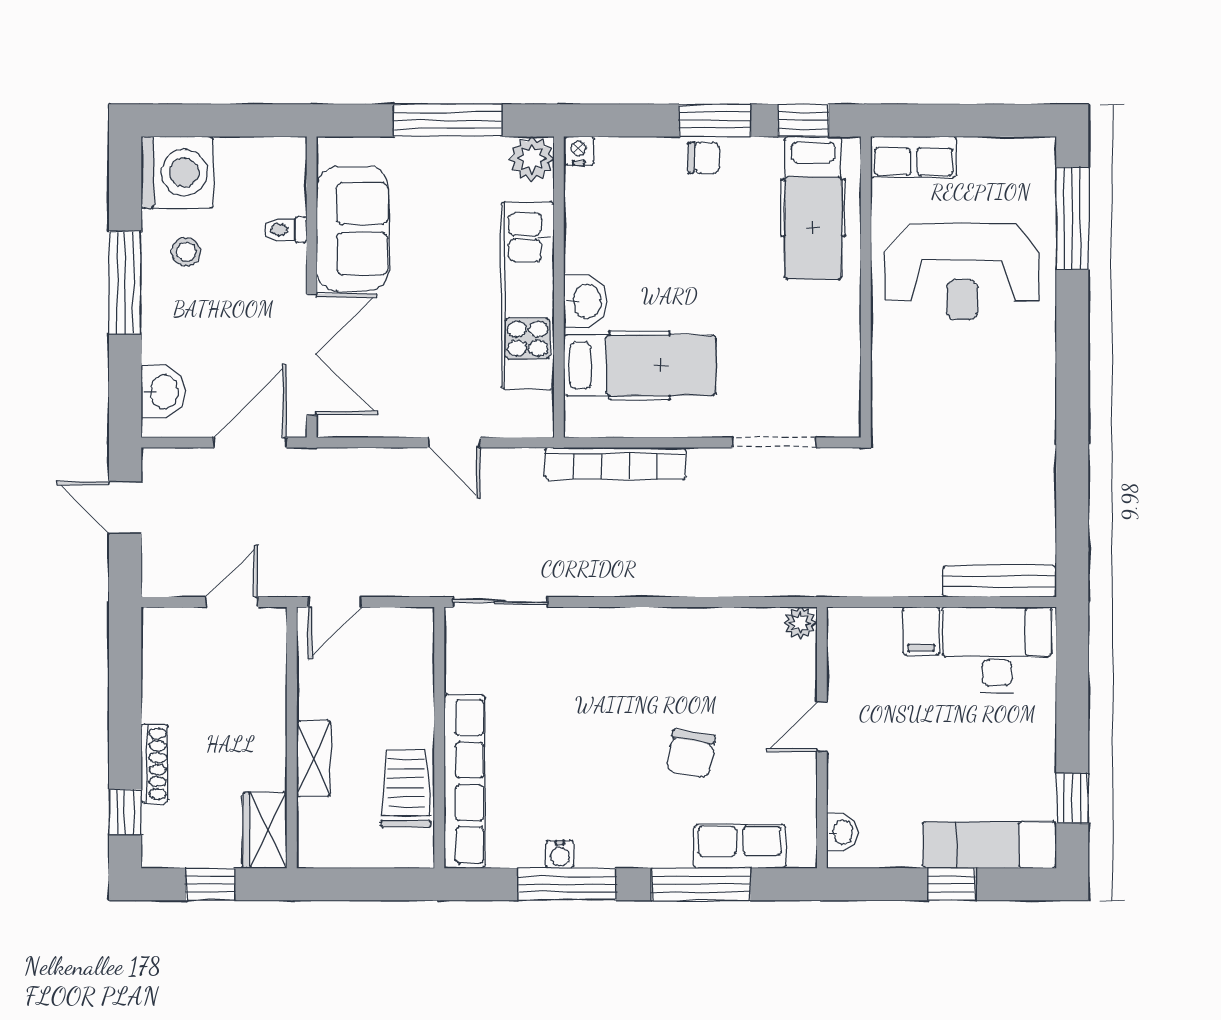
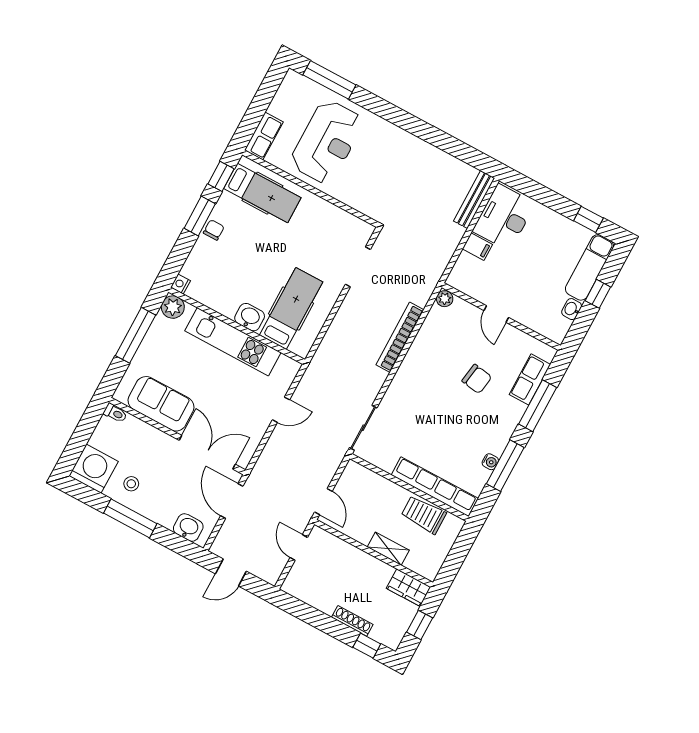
toilet: (285, 230) -> (115, 413), moved, turned -90
bookcase: (615, 463) -> (400, 337), moved, turned 180
washbasin: (842, 832) -> (572, 309), moved, turned -90

